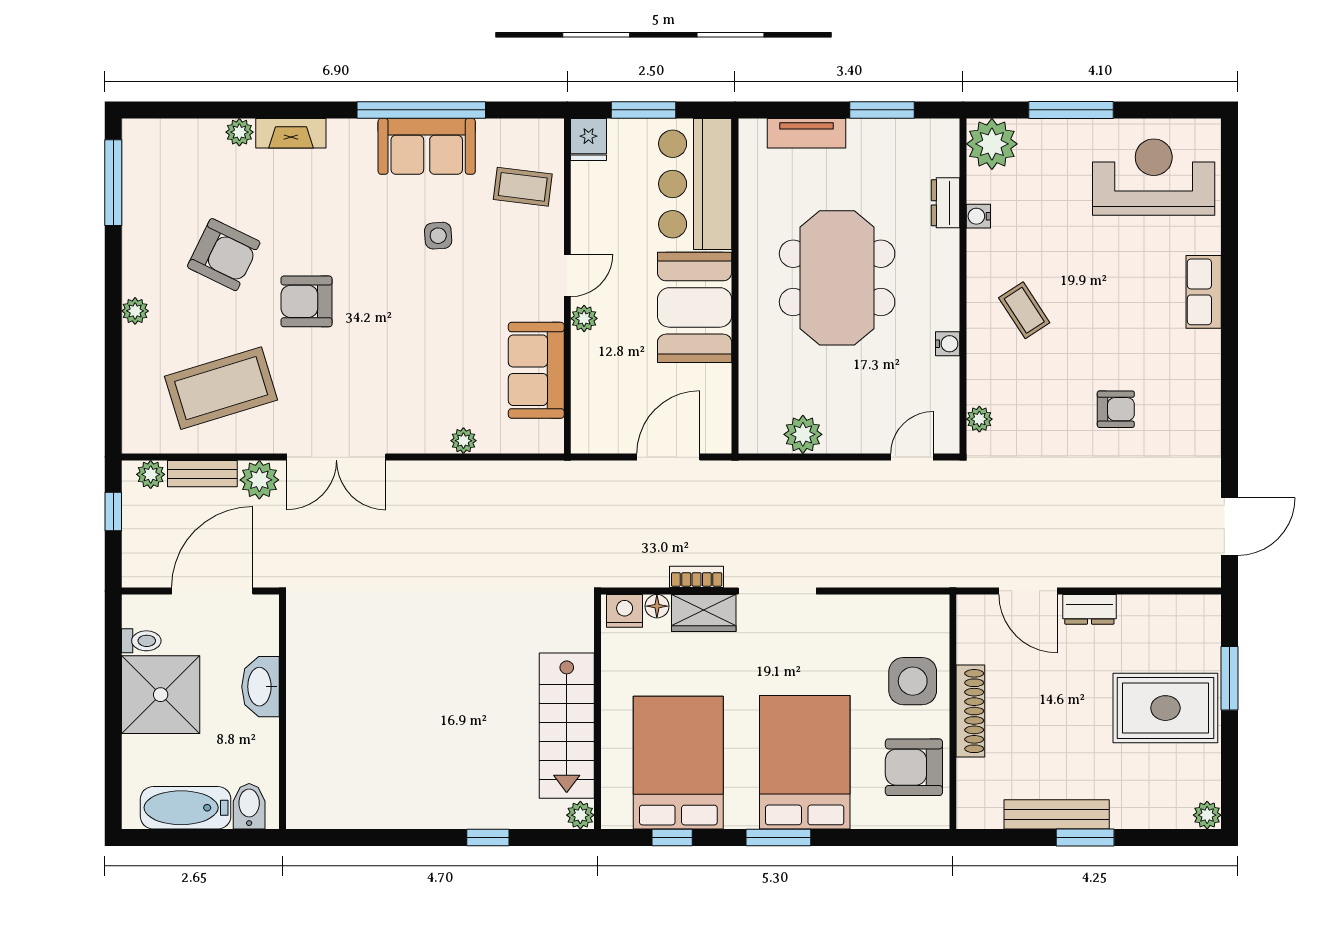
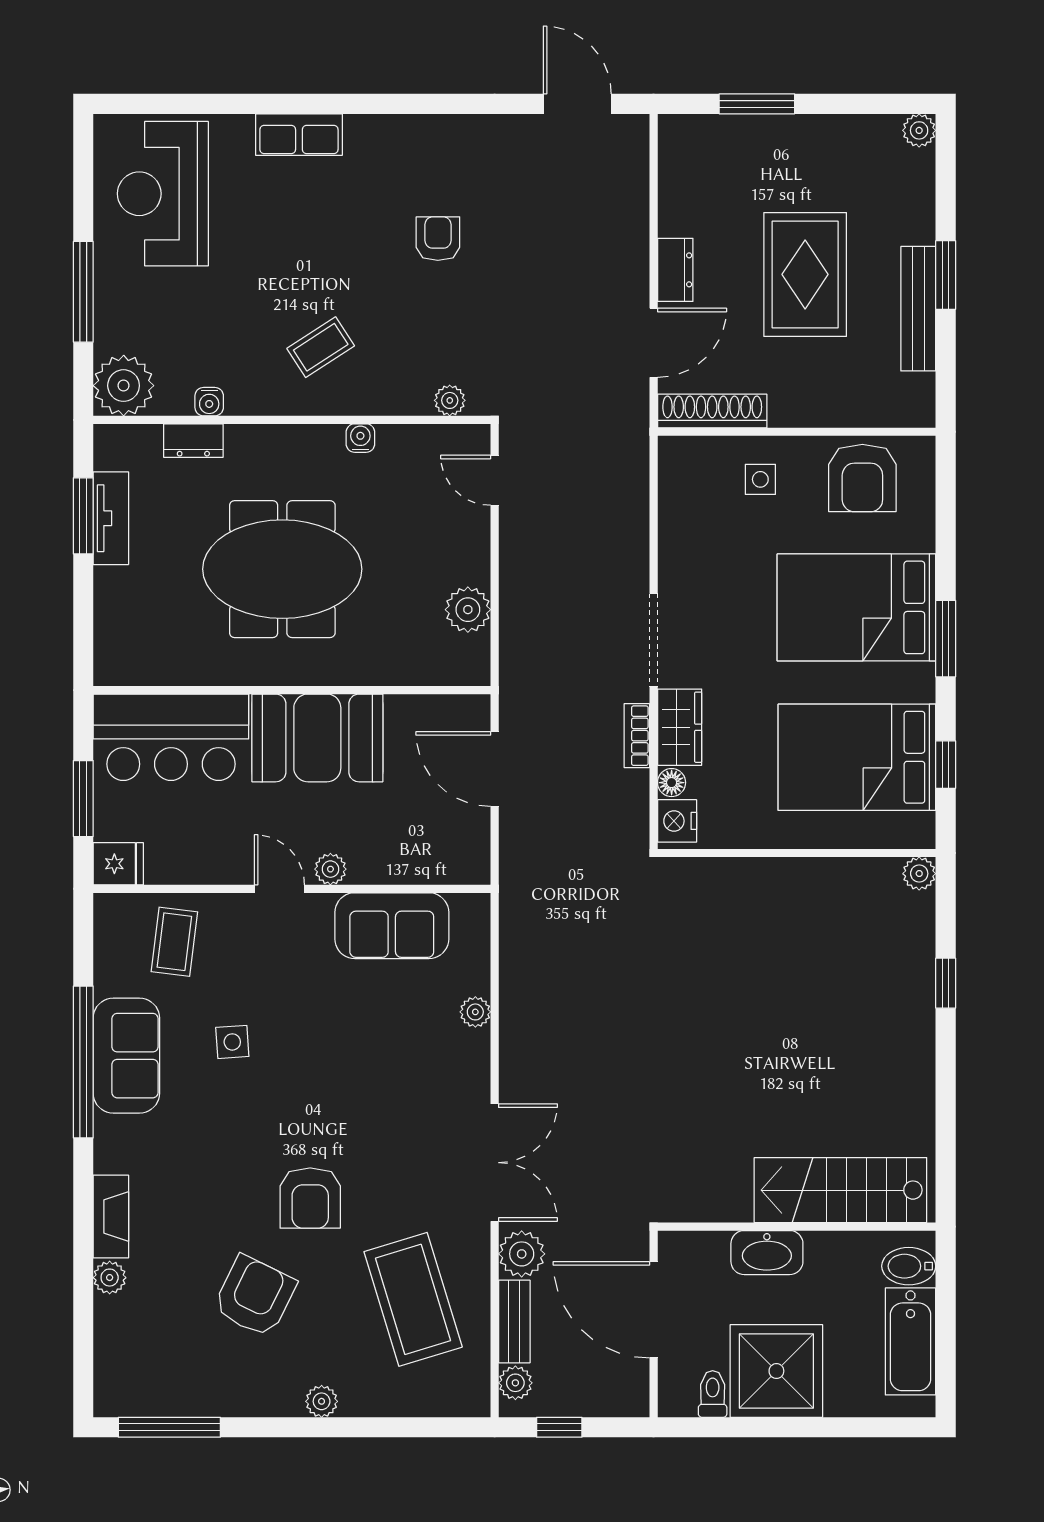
tv unit: (806, 133) -> (111, 518), moved
side table: (913, 681) -> (760, 479), width x0.54, depth x0.54
rug: (1165, 708) -> (805, 274), moved
shoe rack: (970, 711) -> (712, 411), moved
stairs: (567, 726) -> (840, 1190), moved, turned 180

